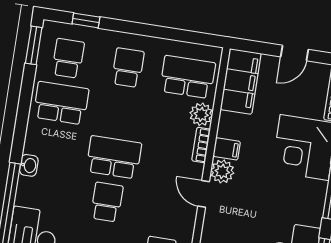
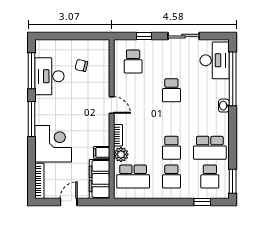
filing cabinet: (227, 149) -> (102, 152), moved
school desk: (114, 157) -> (171, 148), moved, width x0.54
plant: (222, 171) -> (102, 121), removed

